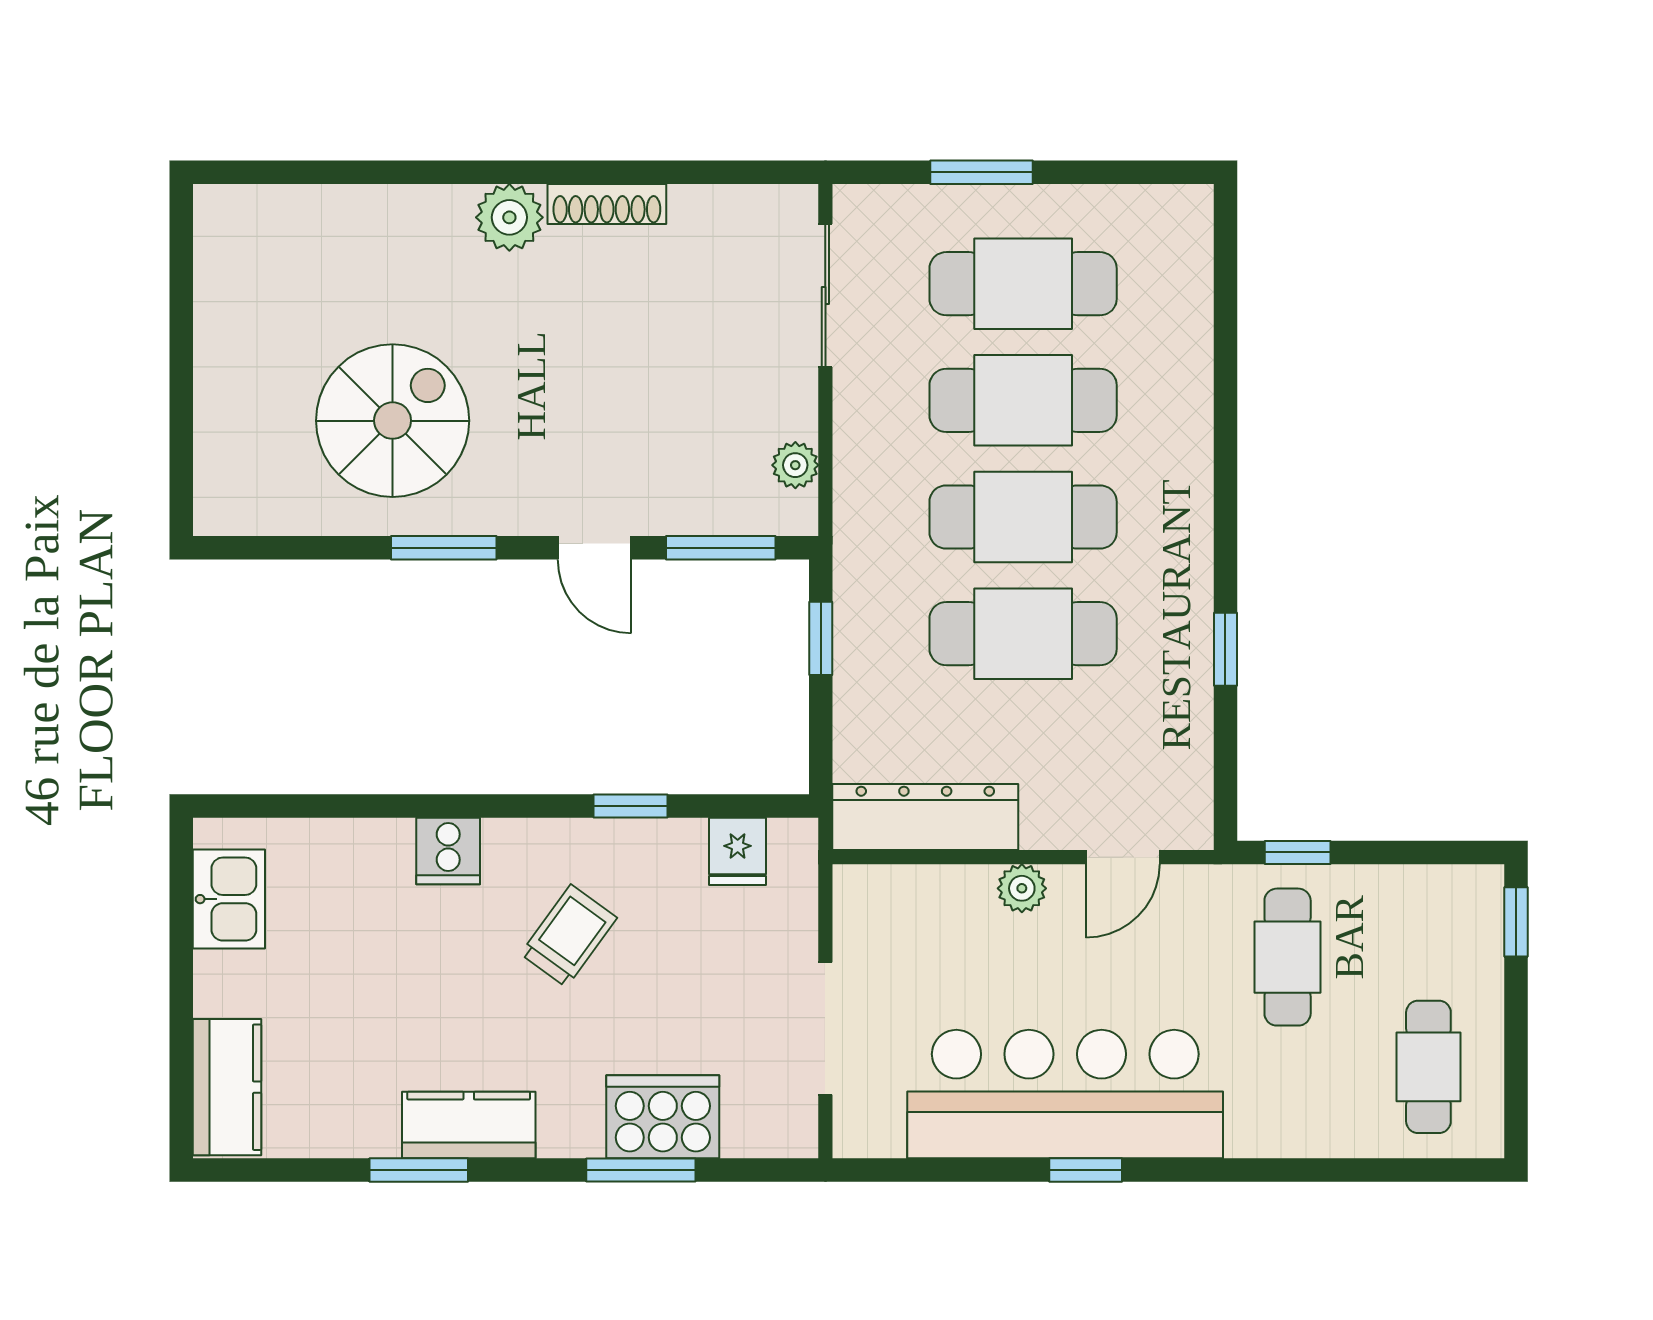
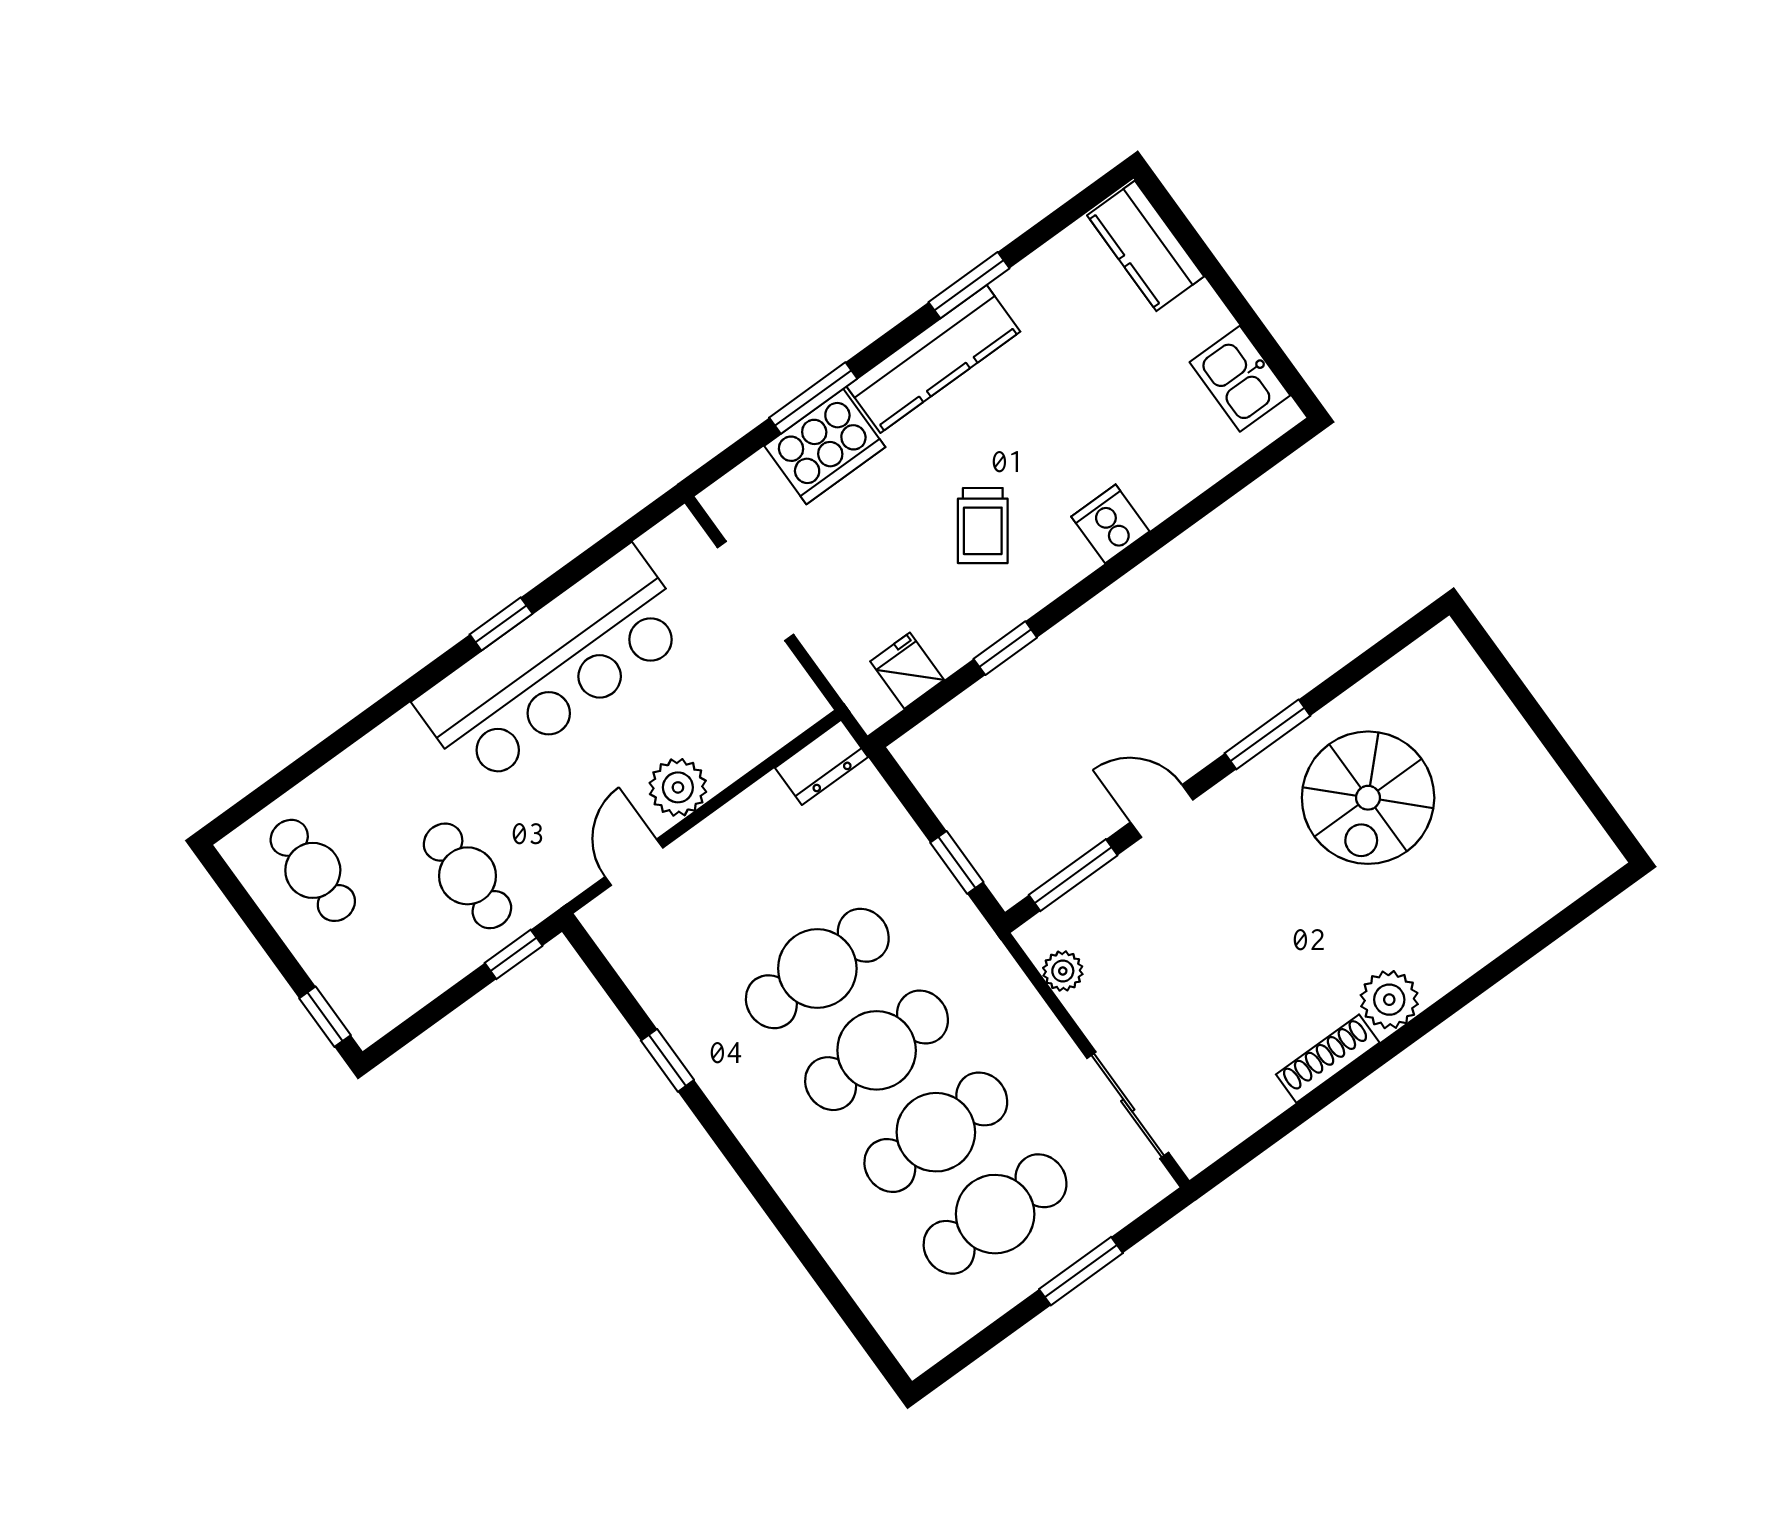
dresser: (925, 817) -> (821, 762), width x0.51, depth x0.80
plant: (1022, 888) -> (678, 787), width x1.38, depth x1.38
kitchen counter: (469, 1125) -> (933, 359), width x1.50

